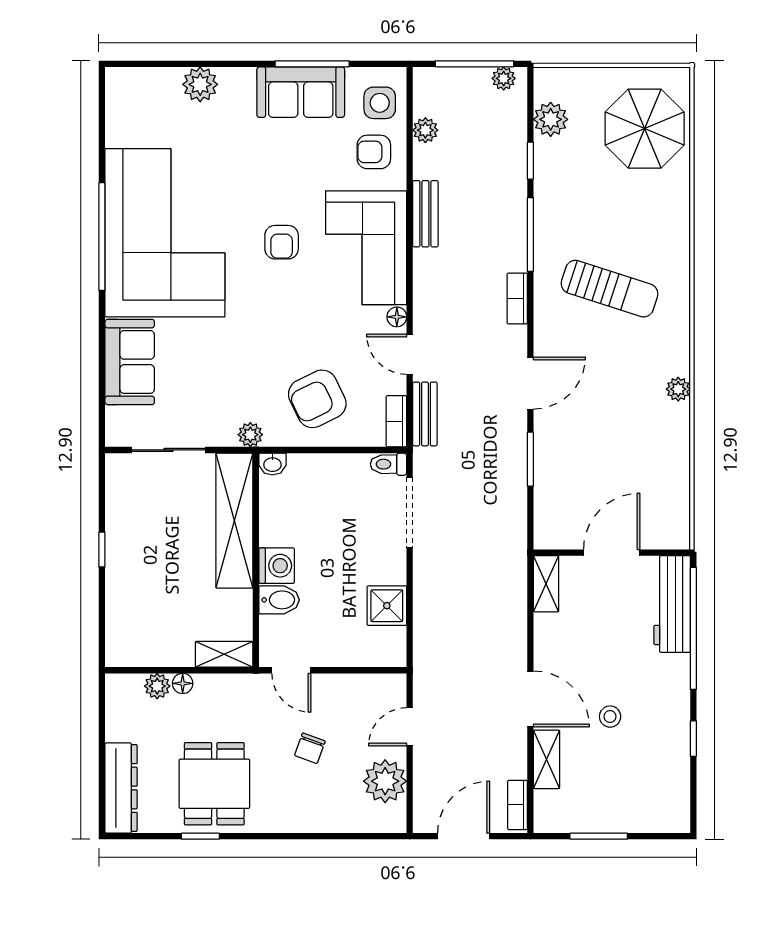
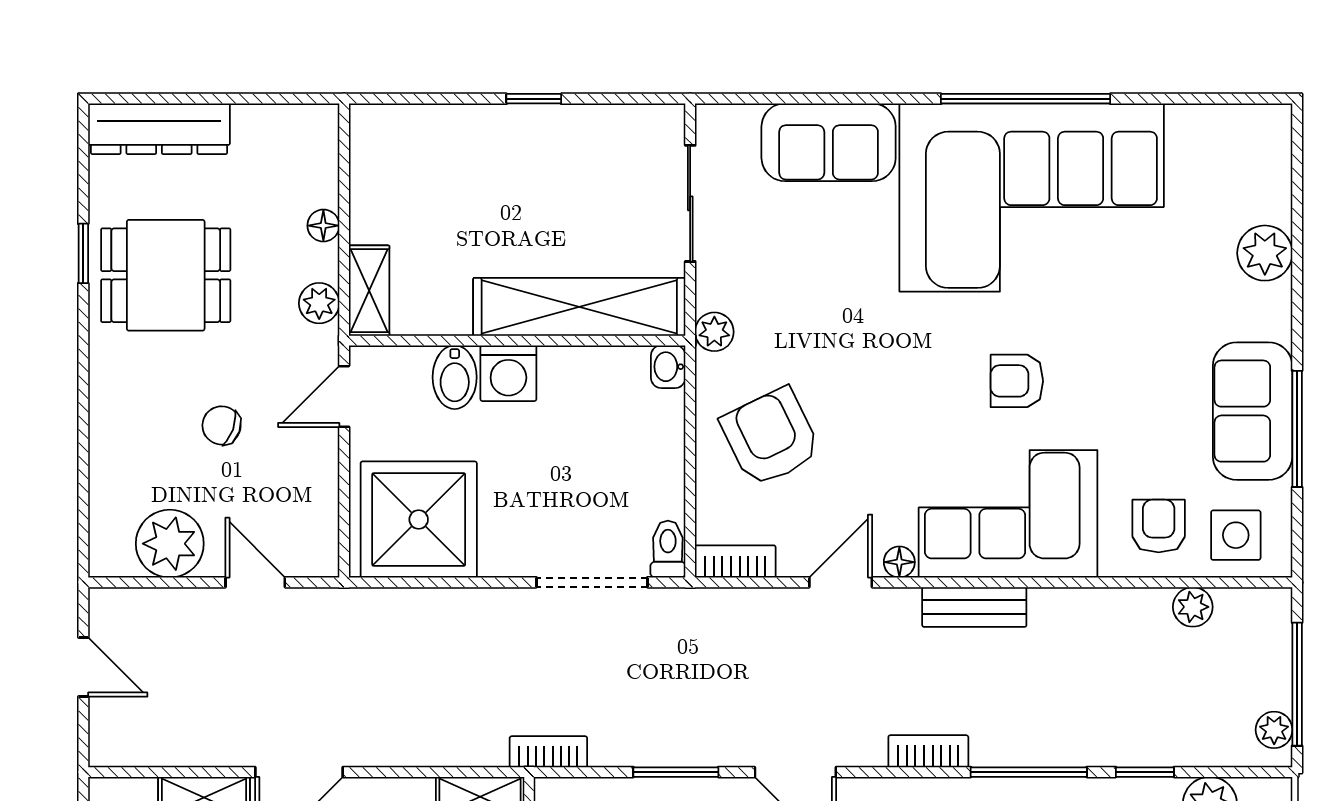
bench: (425, 214) -> (974, 607), moved
bench: (425, 414) -> (747, 606), removed
shower: (387, 606) -> (419, 520), width x1.86, depth x1.86
plant: (157, 686) -> (319, 303), moved
bookcase: (518, 805) -> (548, 752), moved
door: (464, 836) -> (83, 667), width x0.73

